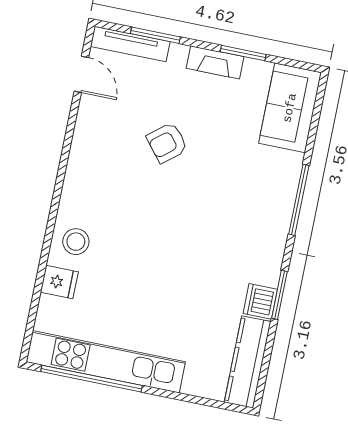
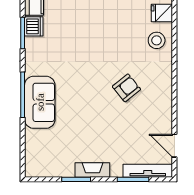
sofa: (290, 108) -> (40, 102), moved
armchair: (167, 143) -> (126, 88), moved

